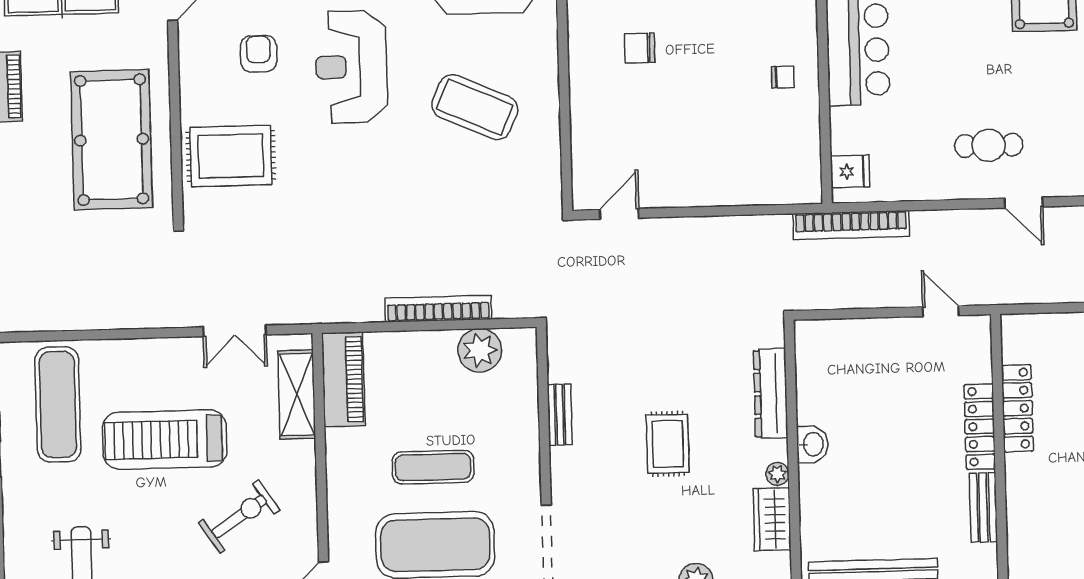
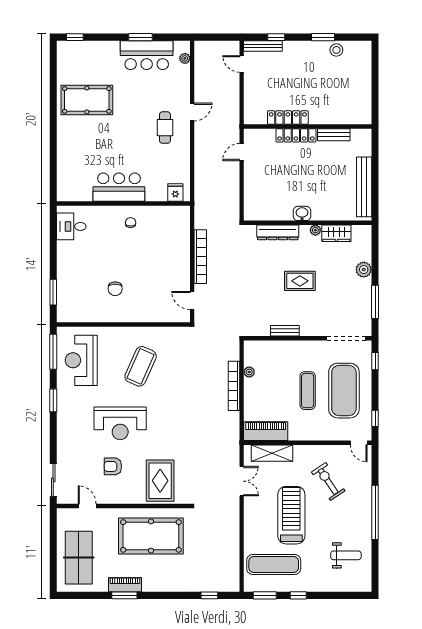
bookcase: (851, 225) -> (200, 257), moved
plant: (480, 350) -> (249, 372), width x0.53, depth x0.53
treadmill: (165, 440) -> (291, 515), turned 180

